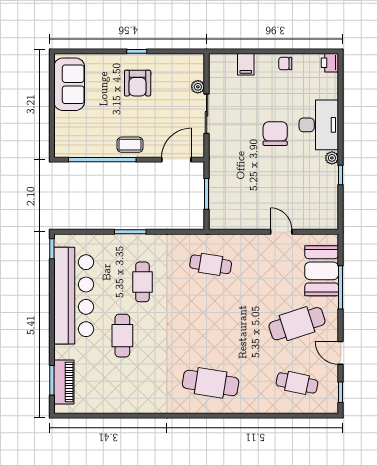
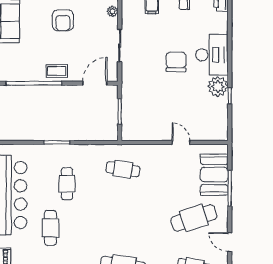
plant: (198, 87) -> (112, 11), moved
plant: (332, 158) -> (218, 87), width x1.88, depth x1.88

